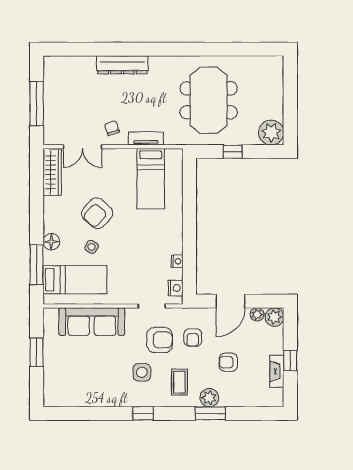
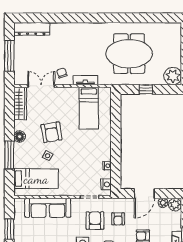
dresser: (122, 65) -> (32, 29), moved
meeting table: (209, 100) -> (129, 54), turned 90
double door: (82, 147) -> (41, 86), swing flipped
armchair: (97, 213) -> (51, 132), turned -51
floor lamp: (51, 242) -> (20, 136), moved
window: (37, 265) -> (9, 155), moved
armchair: (160, 340) -> (95, 221), turned -90

